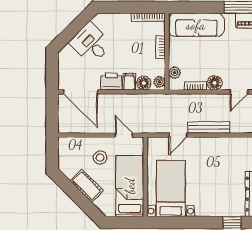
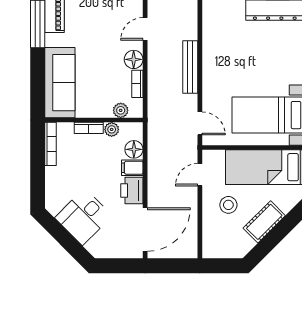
plant: (159, 82) -> (112, 129), moved
door: (239, 92) -> (145, 29), swing flipped
door: (178, 135) -> (200, 123), moved

